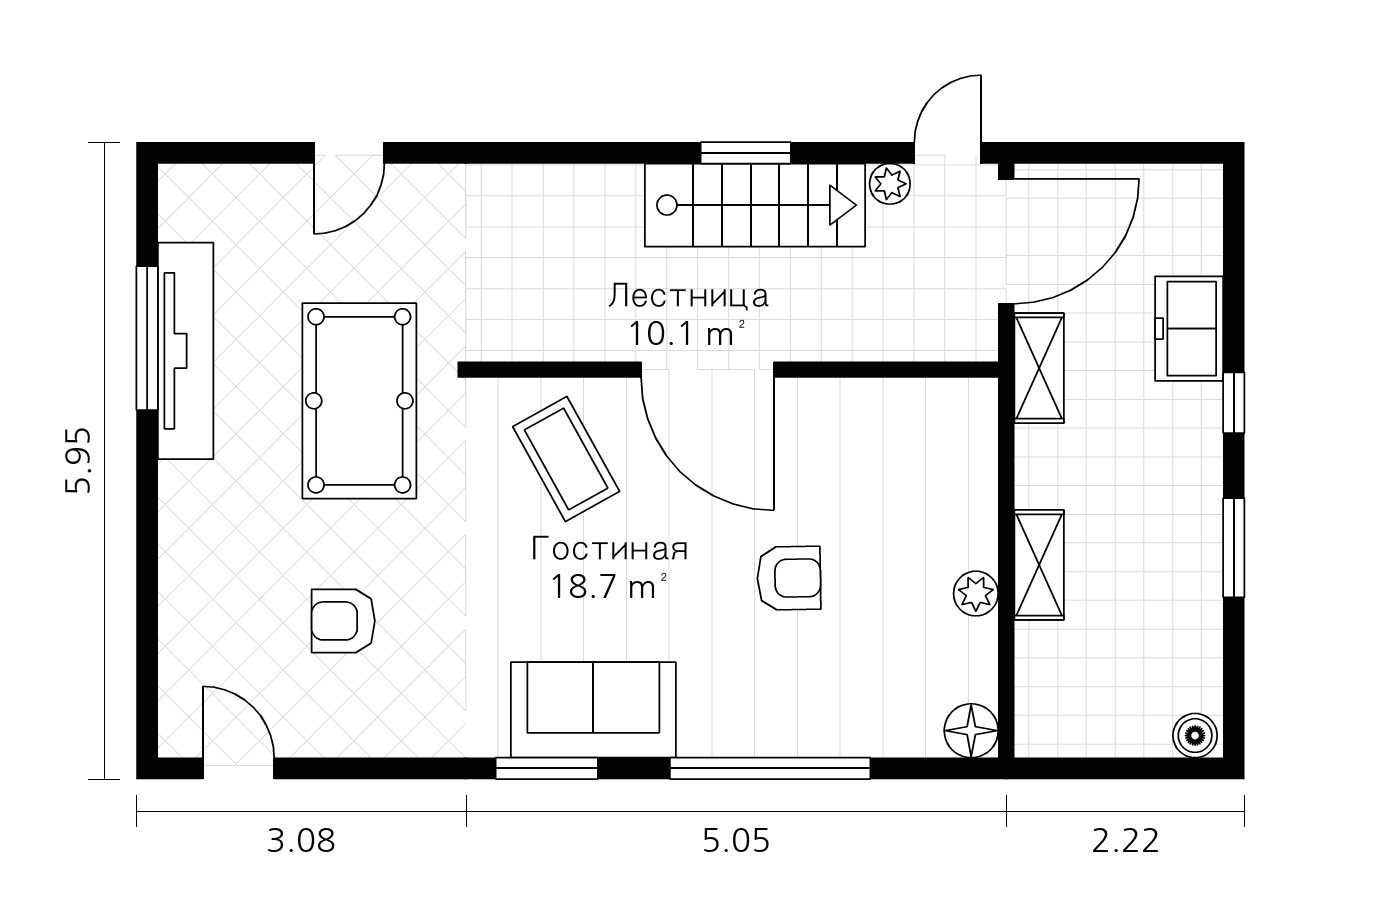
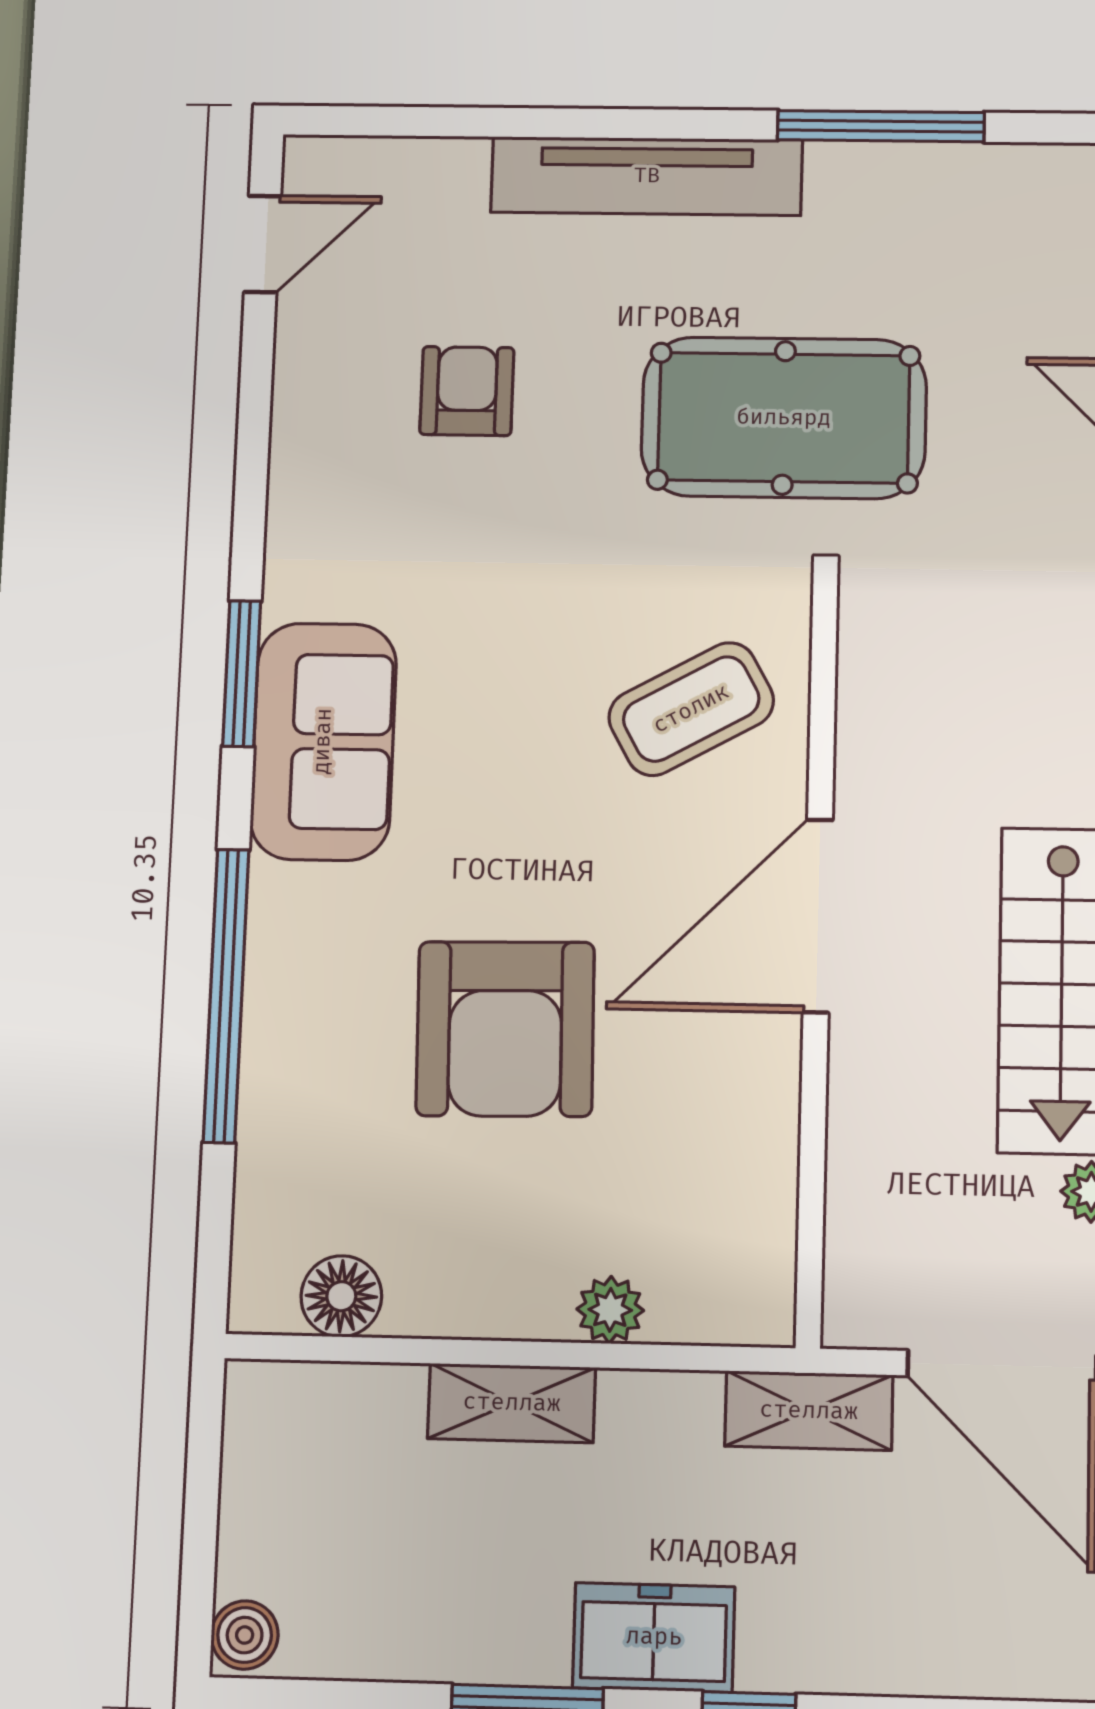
freezer: (1189, 329) -> (654, 1637), moved
tv unit: (186, 351) -> (647, 176), moved
armchair: (789, 578) -> (505, 1029), width x1.88, depth x1.88
plant: (976, 594) -> (610, 1310), moved
floor lamp: (971, 731) -> (341, 1296), moved

